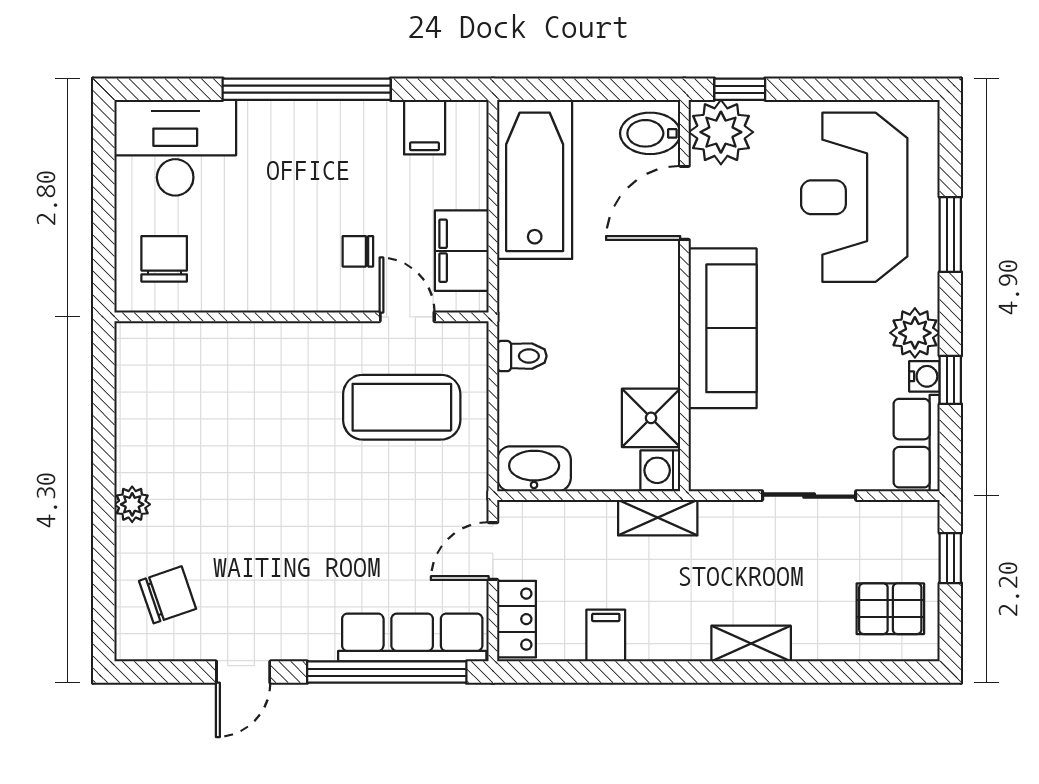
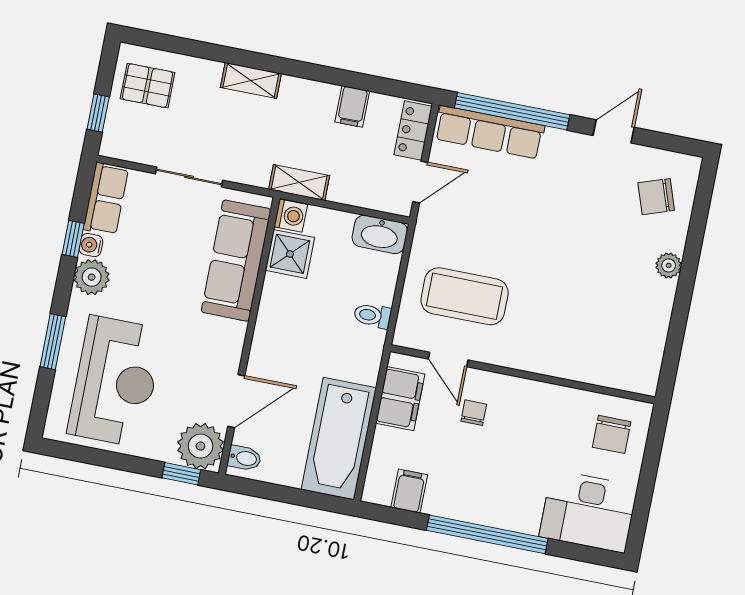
bidet: (650, 133) -> (244, 458), width x0.72, depth x0.74
chair: (358, 251) -> (474, 413), turned -90
sofa: (723, 328) -> (236, 261), moved

